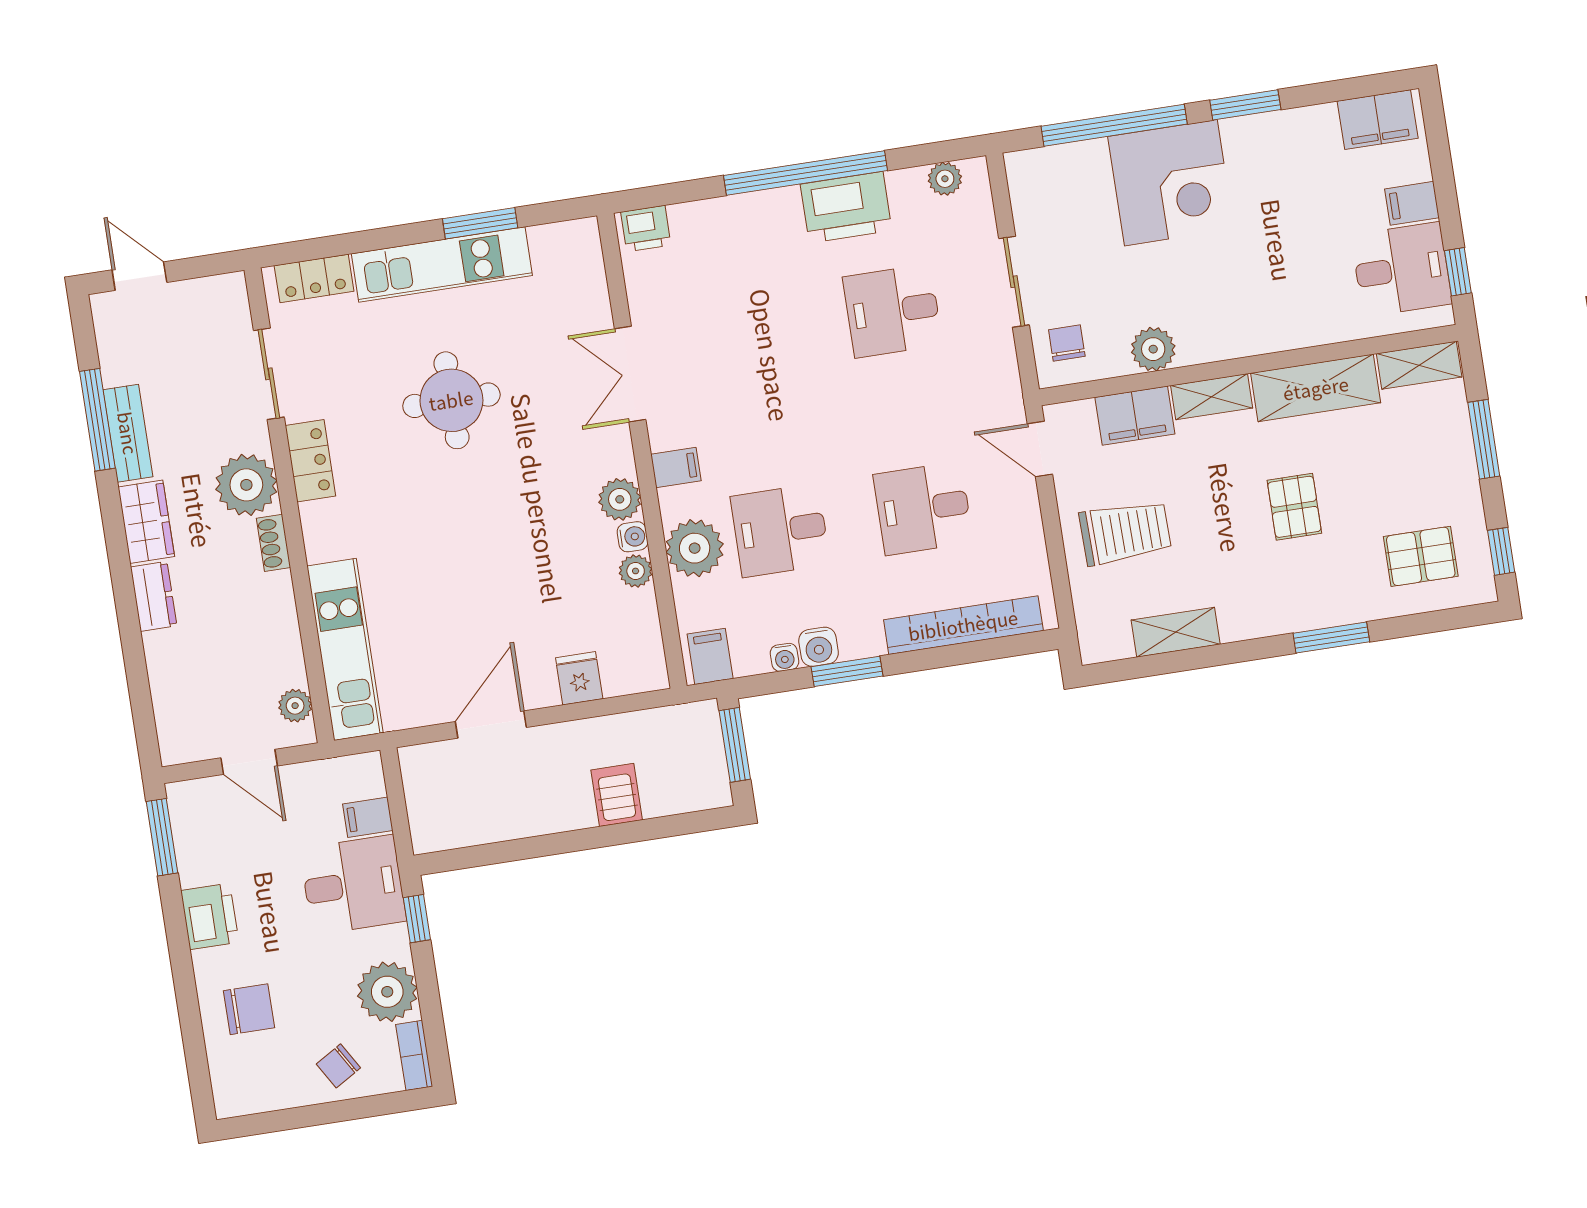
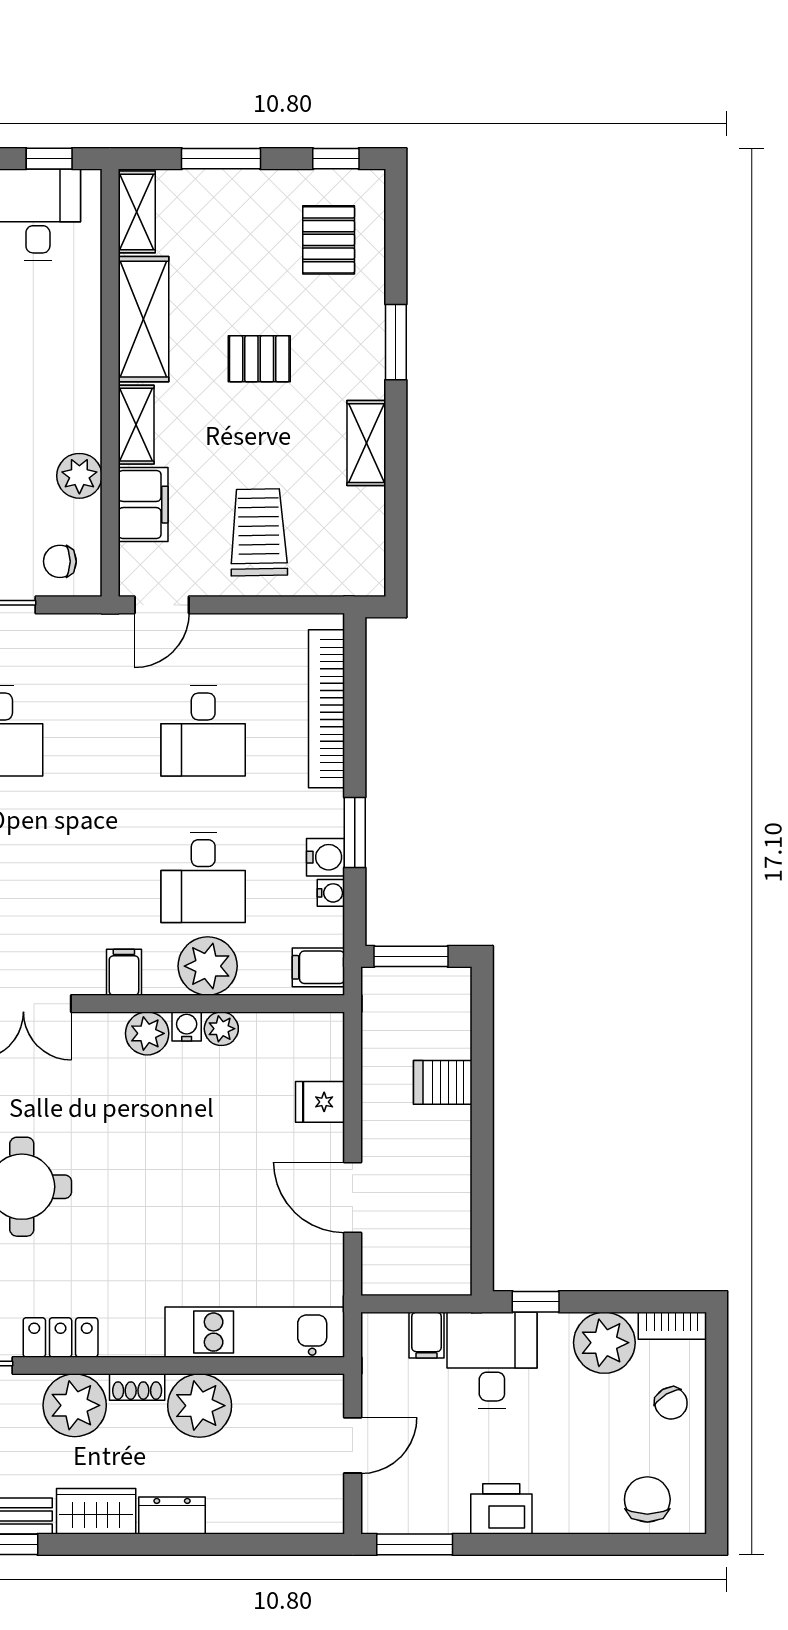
shelving: (1176, 632) -> (366, 443), moved
plant: (295, 706) -> (200, 1406), moved, width x1.87, depth x1.87
chair: (249, 1009) -> (647, 1499), moved

